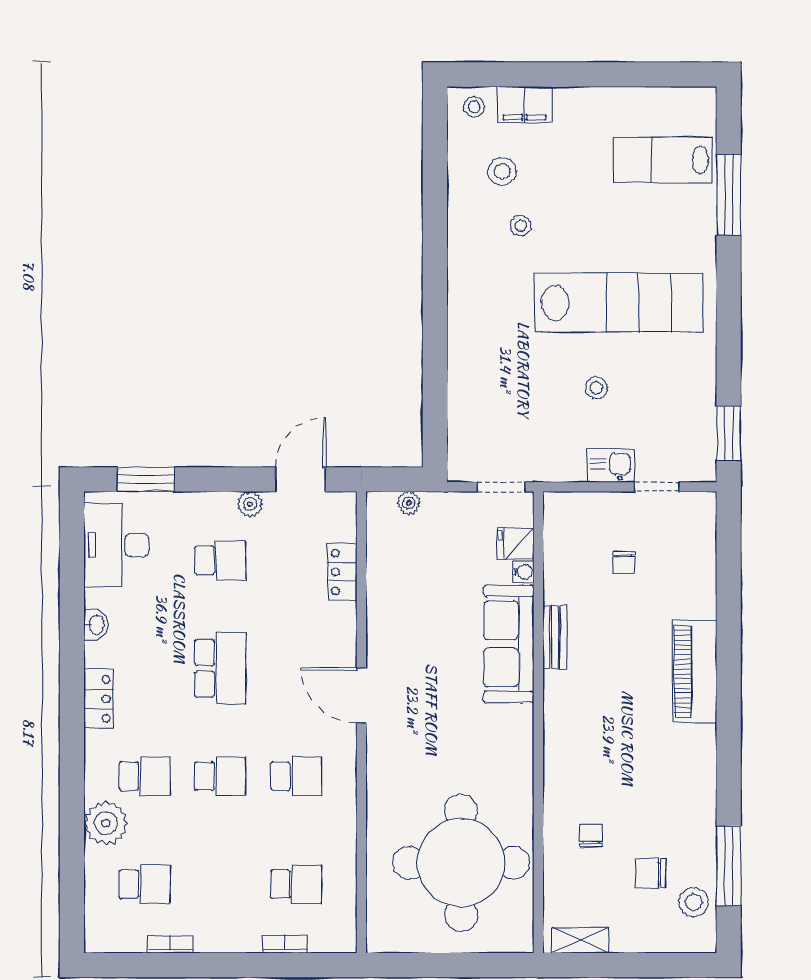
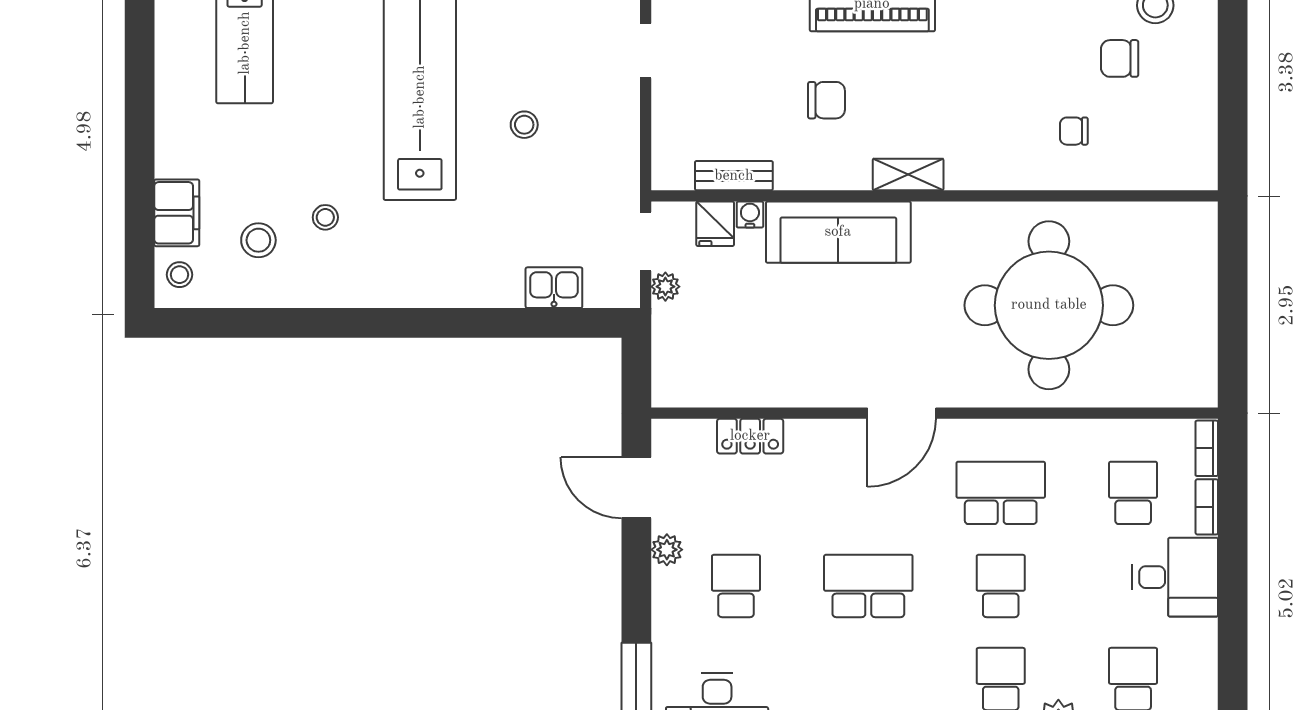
kitchen sink: (611, 466) -> (554, 288), moved, turned 90
plant: (409, 503) -> (665, 287), moved
chair: (624, 562) -> (826, 100), moved, width x1.37, depth x1.37
bench: (555, 637) -> (734, 176), moved
school desk: (296, 776) -> (1001, 493), width x1.85
round table: (461, 863) -> (1049, 305), moved
chair: (650, 873) -> (1120, 58), turned 90
desk: (228, 918) -> (1175, 577), added
shelving: (581, 940) -> (908, 175), moved, turned 90
bookcase: (170, 944) -> (1207, 448), moved

